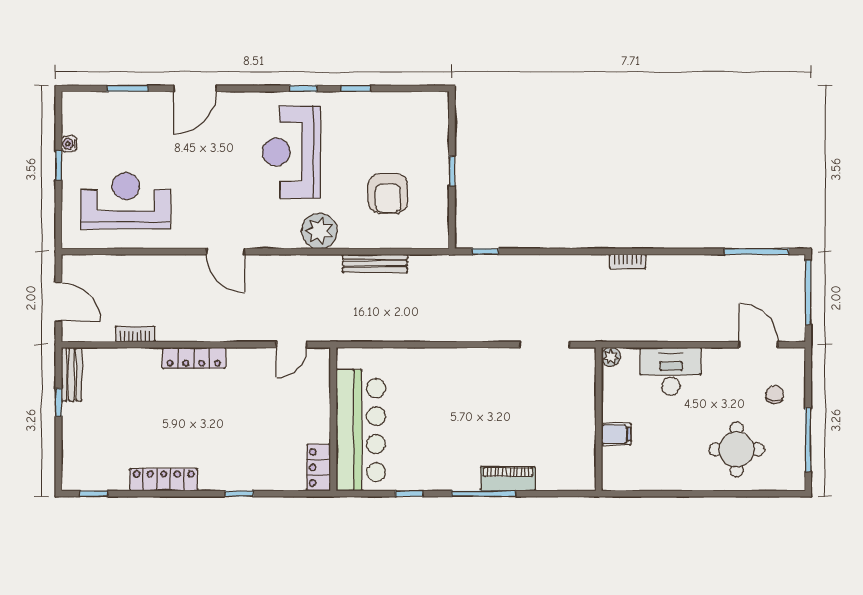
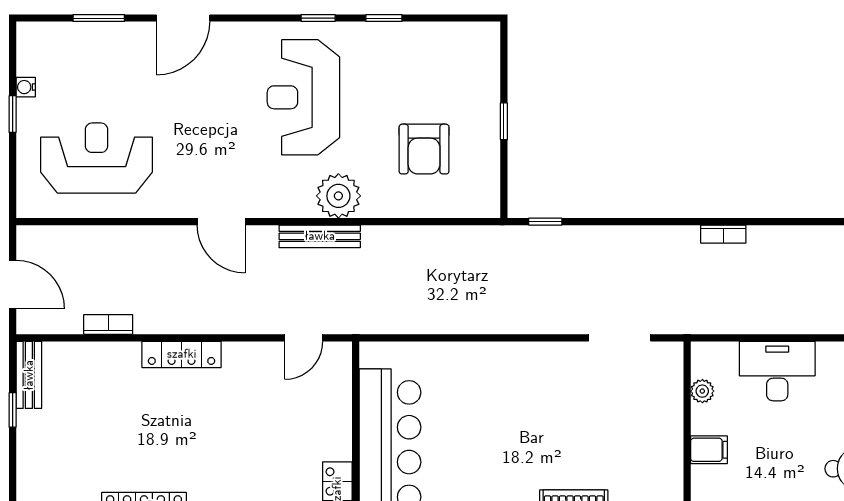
bench: (375, 263) -> (320, 236), moved
plant: (611, 357) -> (702, 391), moved

